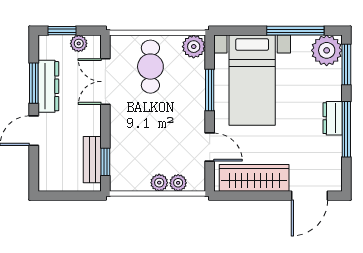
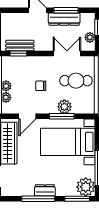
plant: (194, 47) -> (64, 107), moved
chair: (159, 125) -> (41, 86), added

